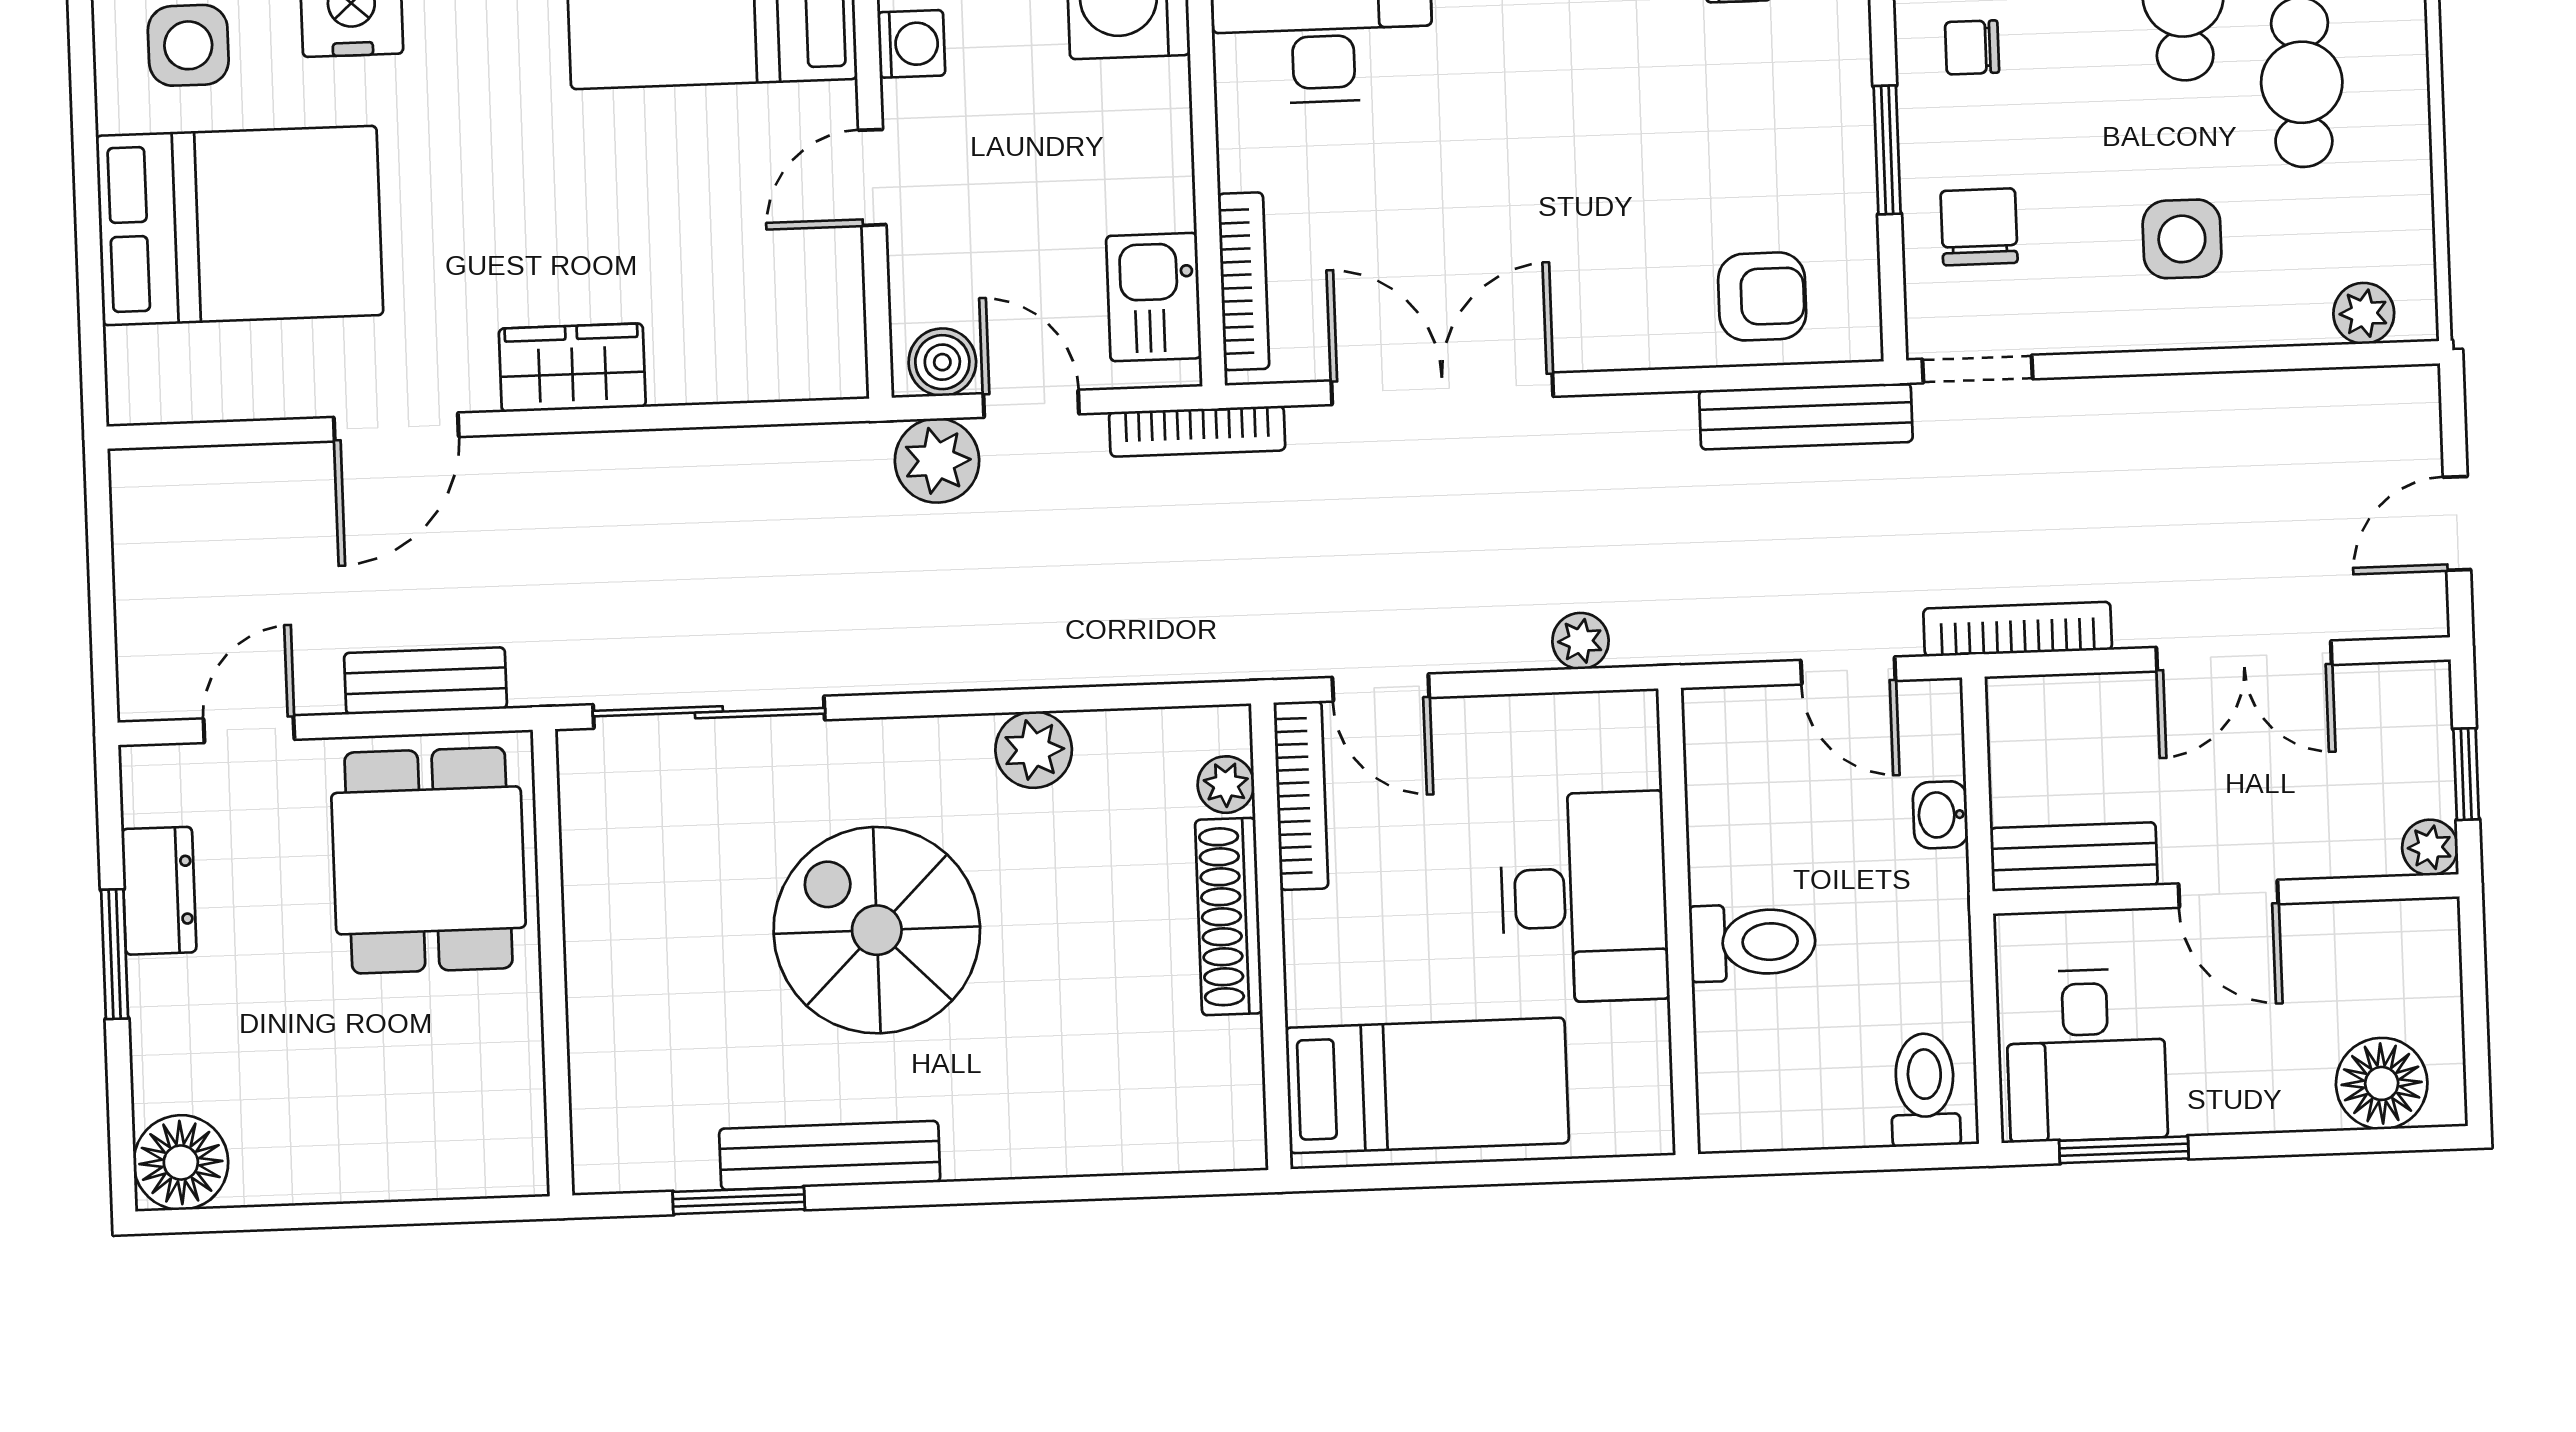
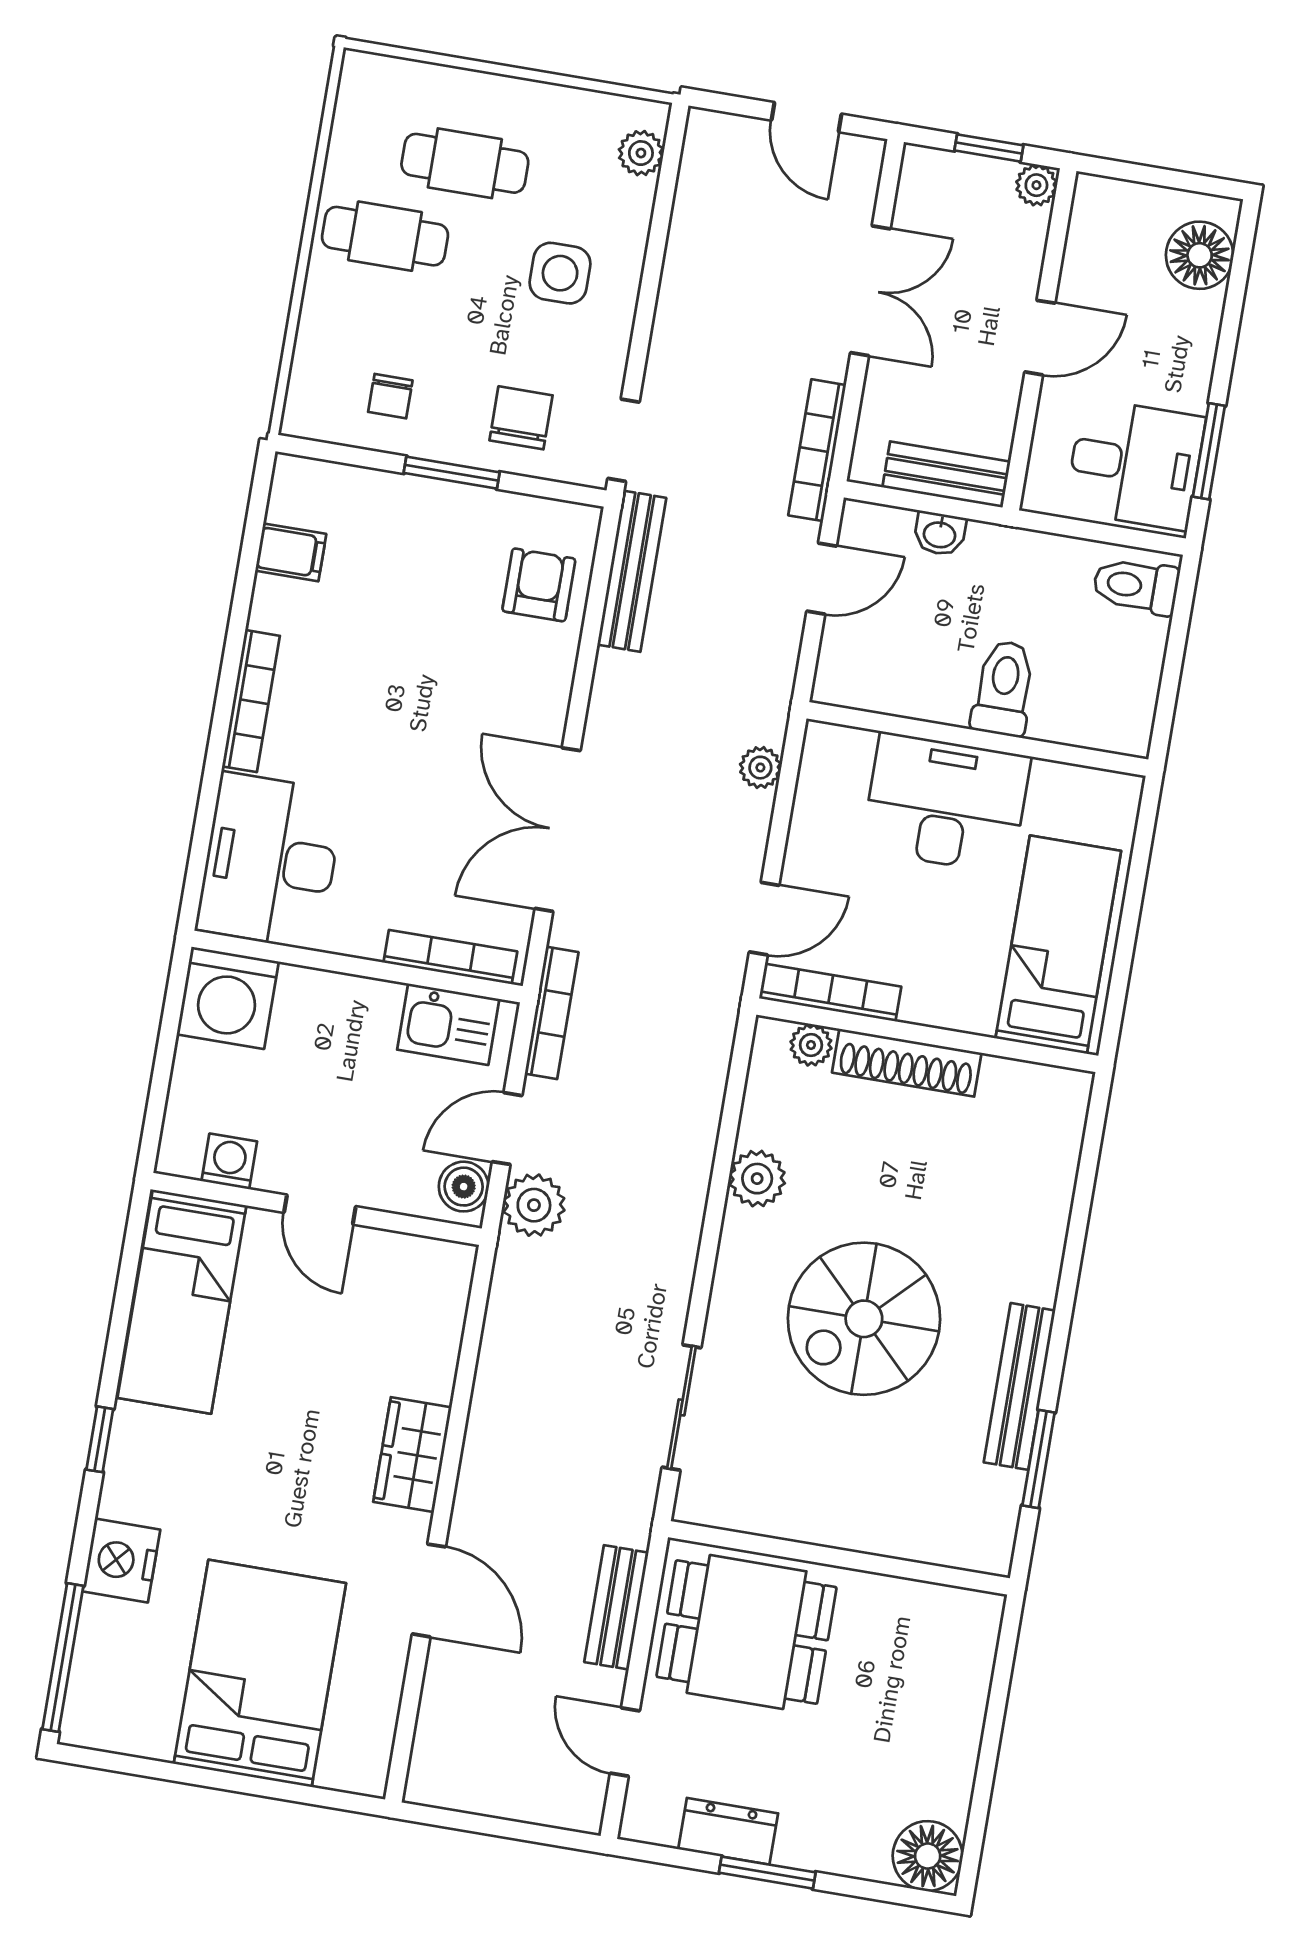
side table: (188, 45) -> (122, 1684), removed
chair: (1979, 227) -> (521, 418), turned 90
sliding door: (709, 712) -> (681, 1407), width x0.73
bench: (2074, 857) -> (946, 475), moved, turned 90

